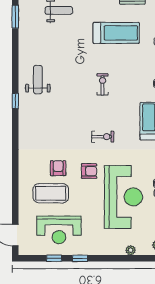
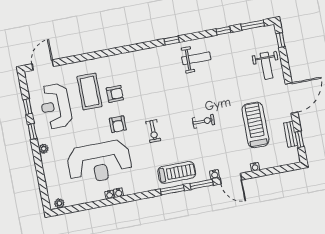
treadmill: (116, 33) -> (255, 125), turned 180
window: (15, 47) -> (223, 31), added
plant: (131, 250) -> (44, 149), moved

